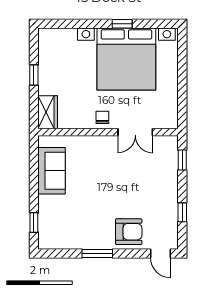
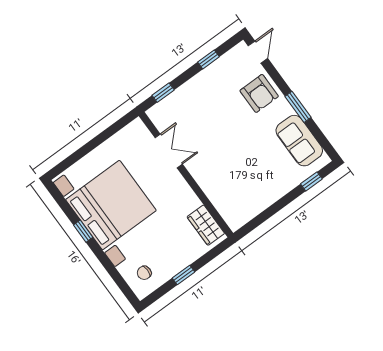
wardrobe: (48, 112) -> (206, 225), moved, turned -90
chair: (102, 117) -> (144, 273), moved
sofa: (52, 171) -> (299, 141), moved, turned -90
armchair: (129, 232) -> (259, 93), turned 180

